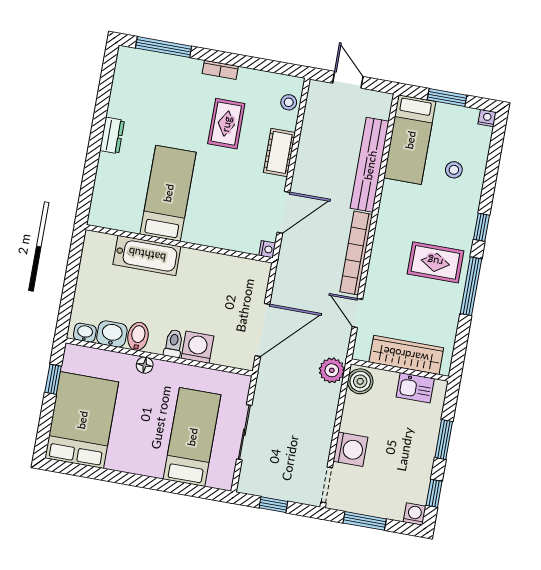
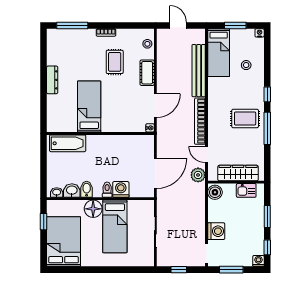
dresser: (112, 135) -> (52, 80), width x1.44
bathtub: (147, 255) -> (68, 143), moved
floor lamp: (145, 365) -> (93, 209), width x1.89, depth x1.89
plant: (332, 370) -> (198, 175), moved
bed: (192, 437) -> (115, 226), moved, turned 180

